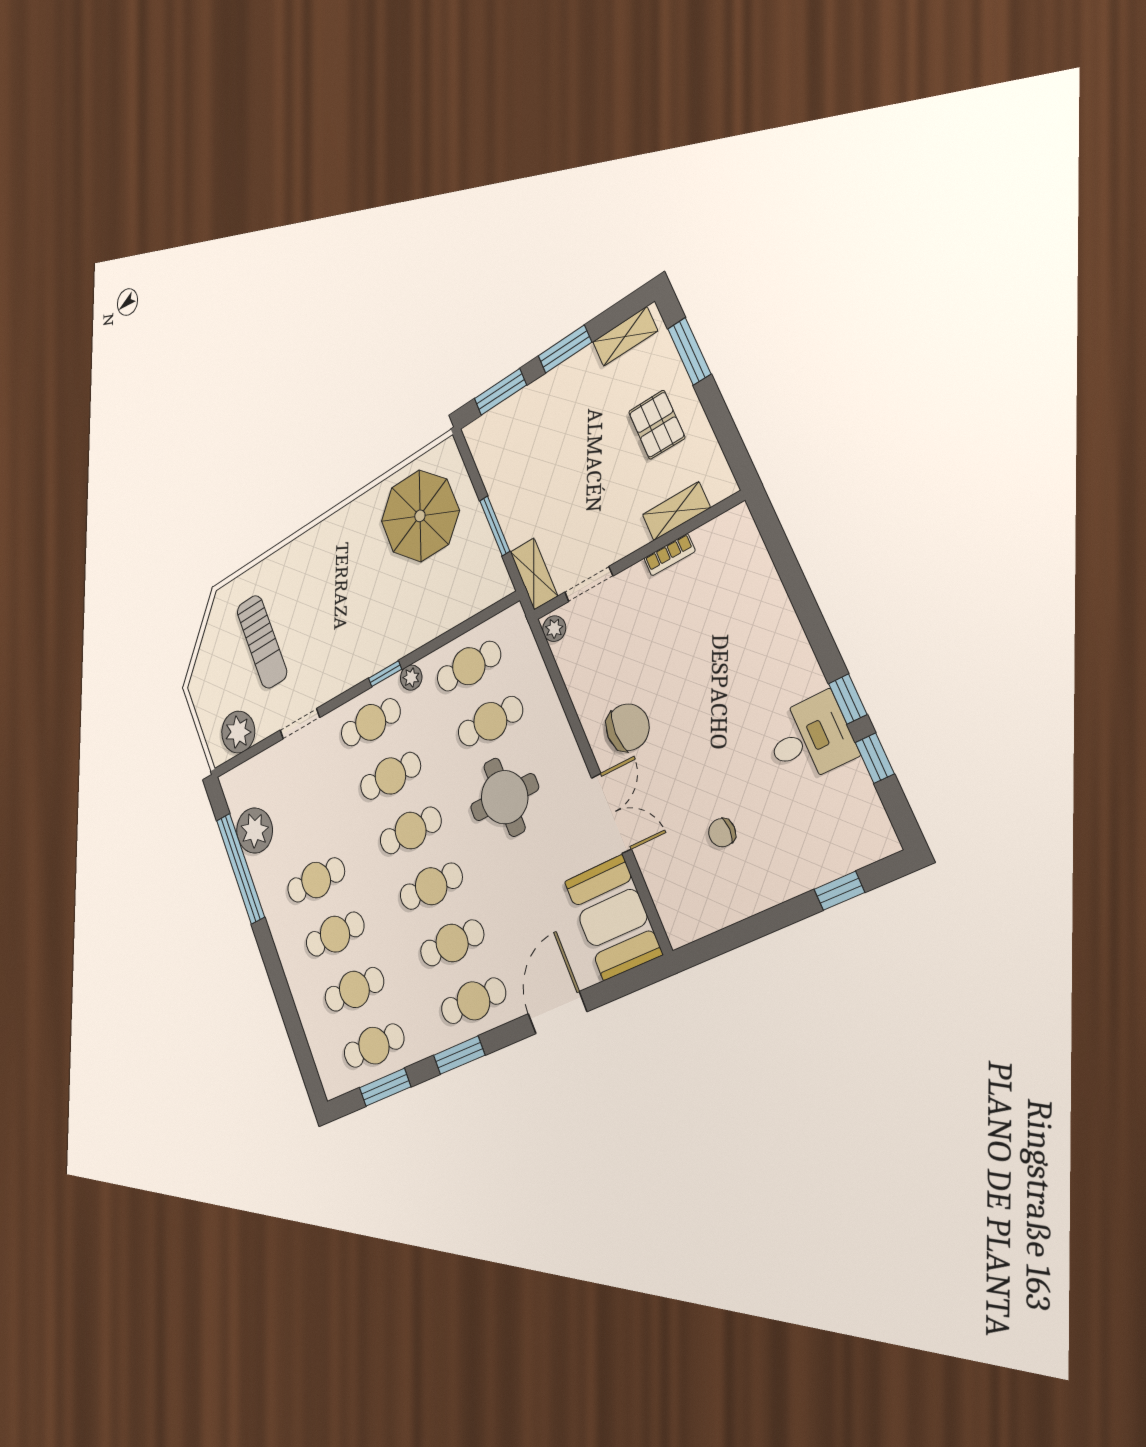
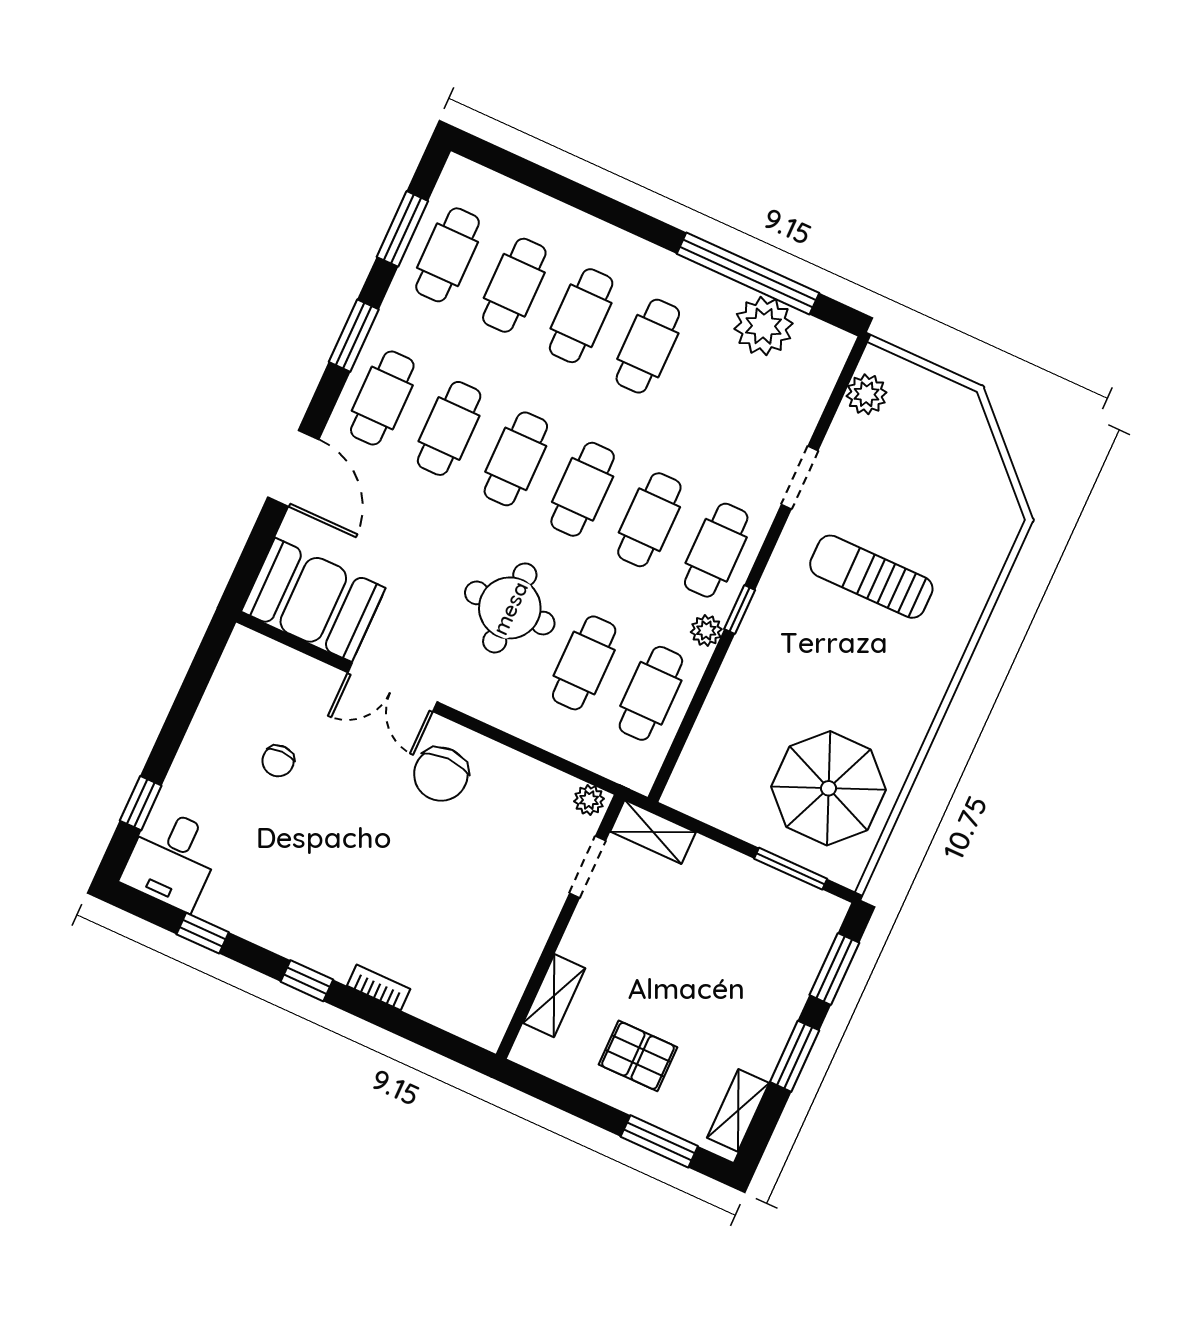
window: (495, 526) -> (791, 869), moved
bookcase: (670, 555) -> (379, 987), moved, turned 90
sun lounger: (262, 642) -> (871, 577), moved
window: (848, 699) -> (307, 981), moved
plant: (238, 732) -> (866, 394), width x0.73, depth x0.73
desk: (810, 739) -> (172, 859), moved
chair: (722, 833) -> (278, 761), turned 180

